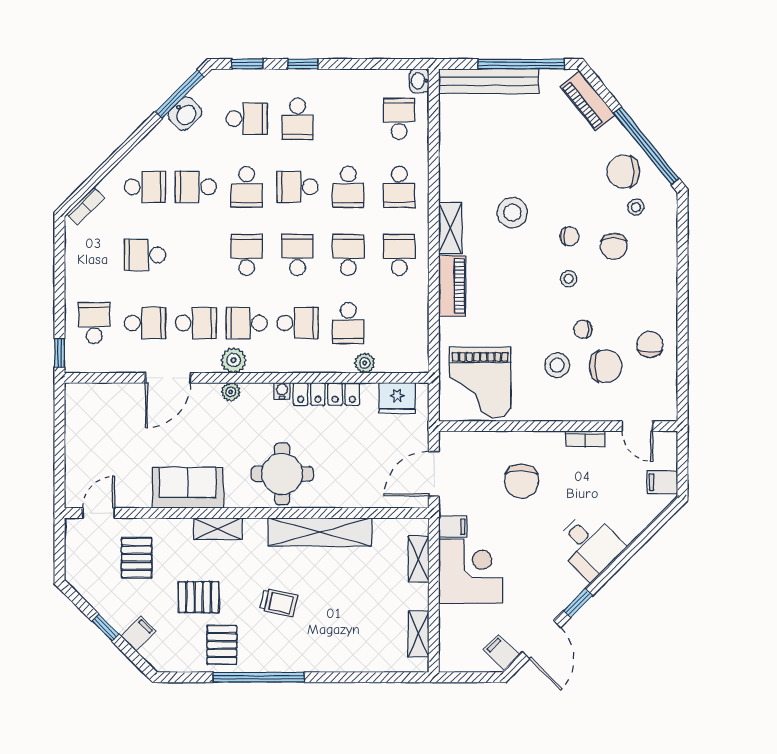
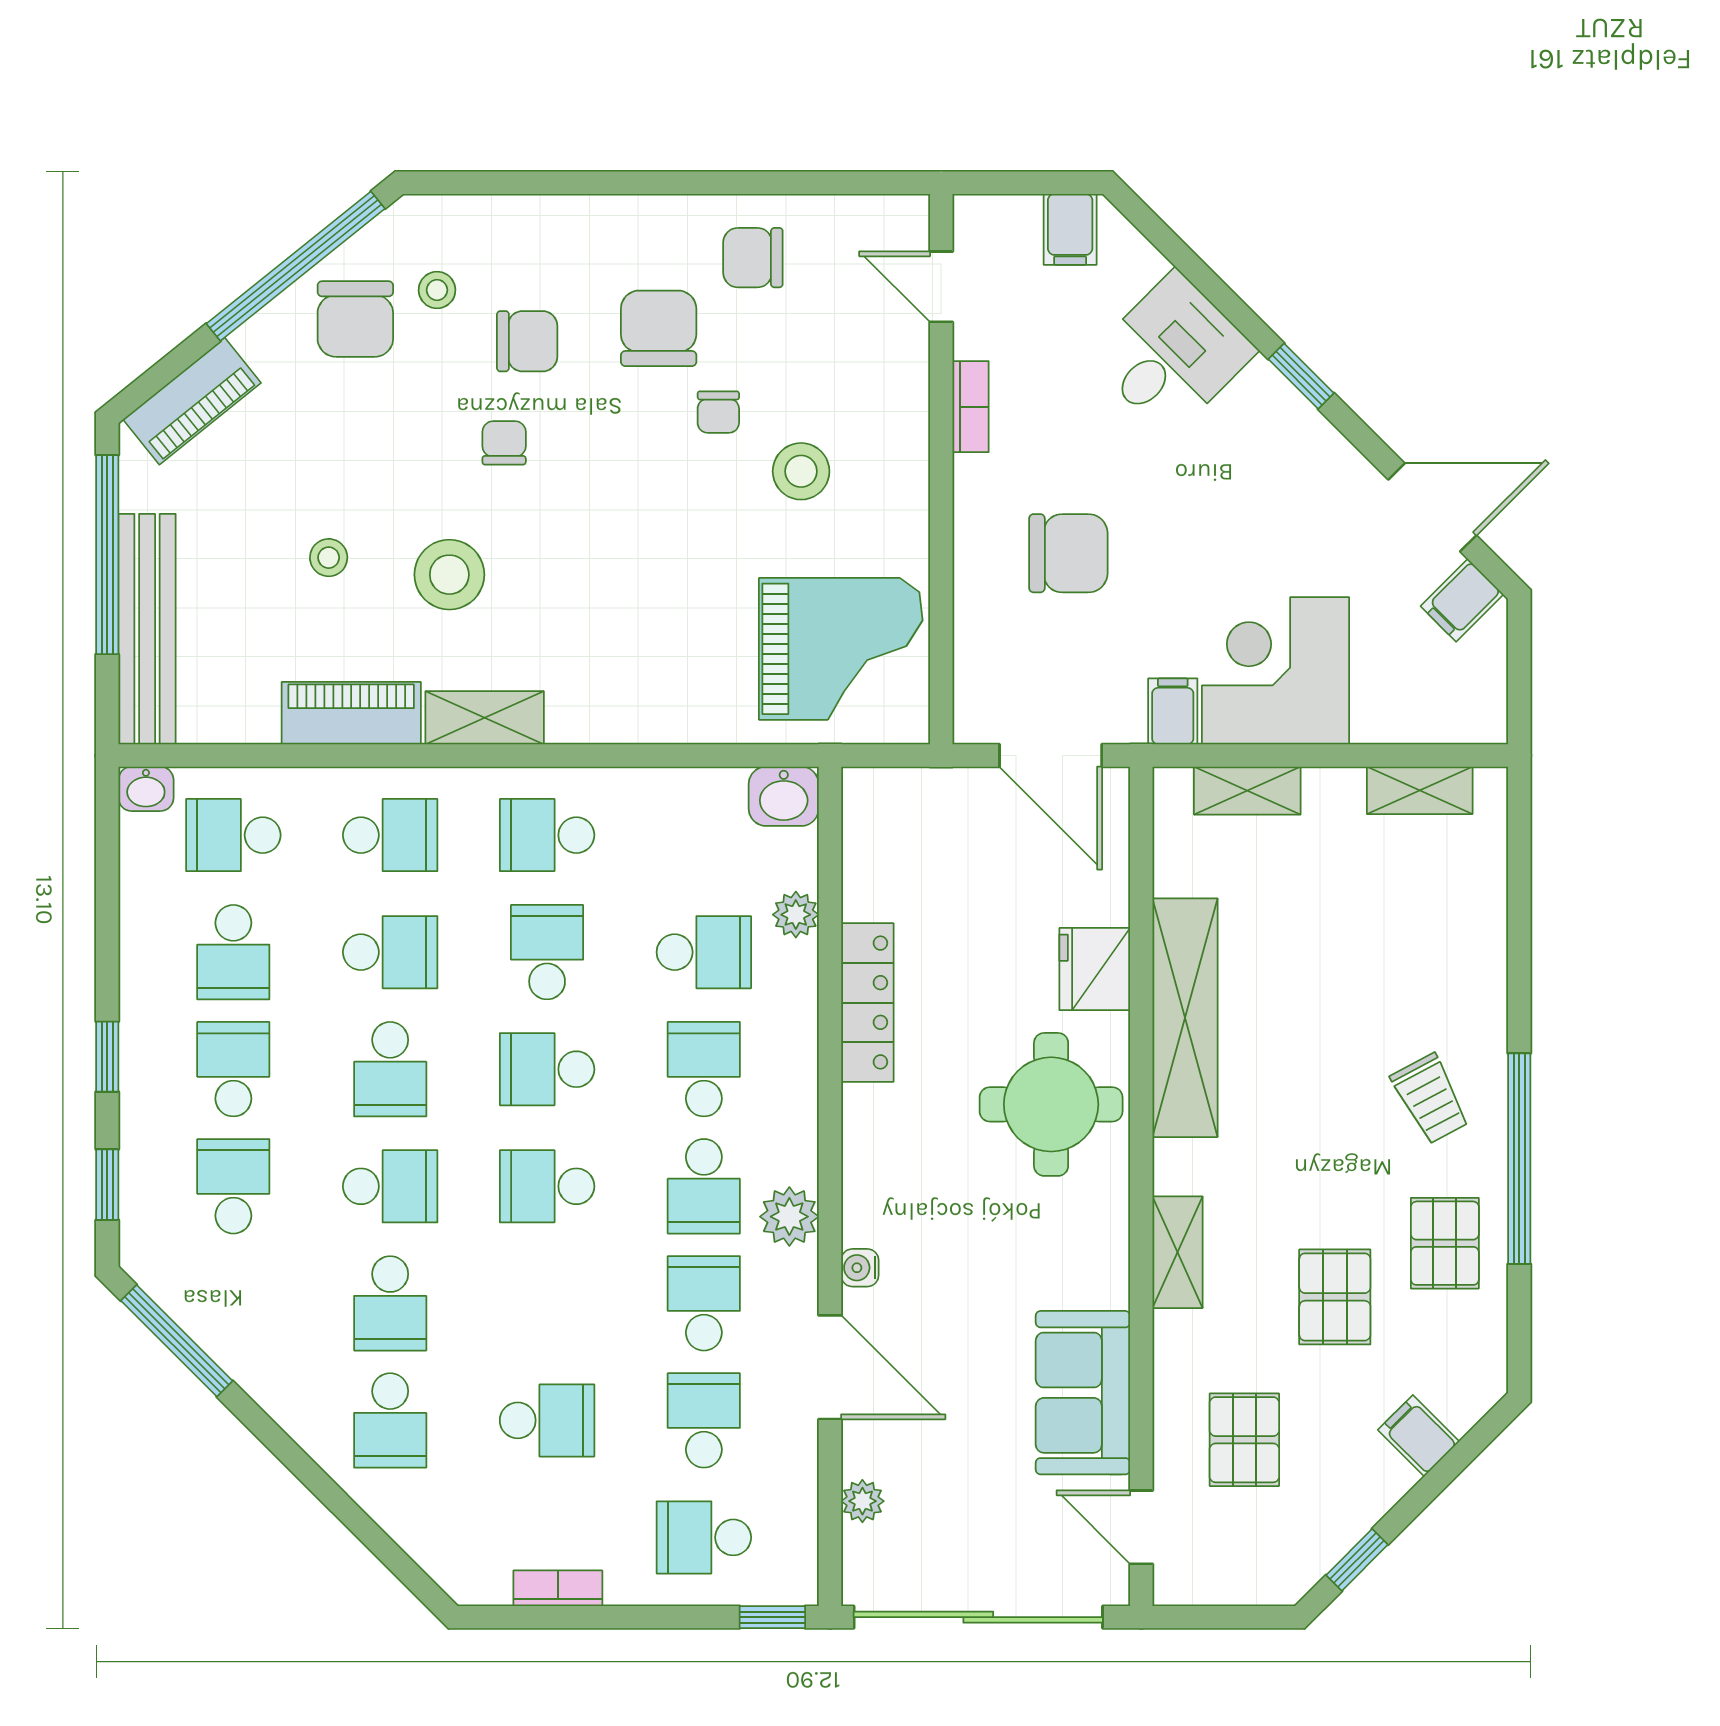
washbasin: (185, 114) -> (784, 796), moved, turned 135
school desk: (297, 119) -> (233, 1069), turned -90
school desk: (348, 119) -> (233, 952), added
school desk: (145, 187) -> (390, 1420), turned 180
bookcase: (85, 206) -> (558, 1588), moved, turned -45
school desk: (145, 255) -> (547, 1420), turned -90
school desk: (348, 255) -> (547, 952), turned 90
stool: (569, 279) -> (329, 558), moved
piano: (452, 286) -> (351, 713), moved
chair: (606, 366) -> (659, 328), moved
water cooler: (282, 391) -> (860, 1268), moved
plant: (231, 392) -> (862, 1501), moved
fridge: (397, 398) -> (1095, 969), moved, turned 180
door: (637, 426) -> (941, 287), swing flipped
sliding door: (60, 442) -> (978, 1617), added
sofa: (188, 488) -> (1083, 1393), moved
desk: (589, 545) -> (1172, 354), moved
pallet: (137, 558) -> (1244, 1440), turned 90
trolley: (279, 603) -> (1430, 1099), moved, turned 139
window: (578, 603) -> (1301, 376), moved
window: (106, 628) -> (1357, 1560), moved
pallet: (222, 645) -> (1445, 1243), turned 90

